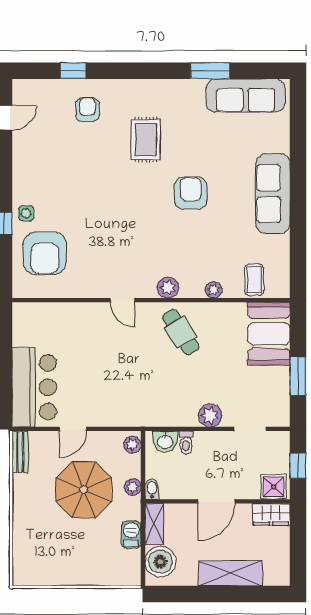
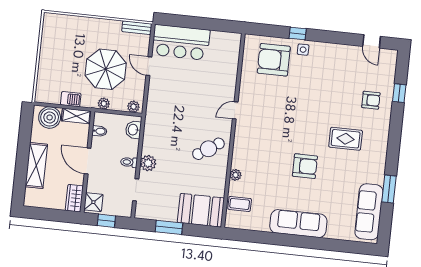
plant: (168, 288) -> (241, 143), removed
toilet: (186, 443) -> (129, 162), moved
bidet: (152, 489) -> (99, 131), moved

